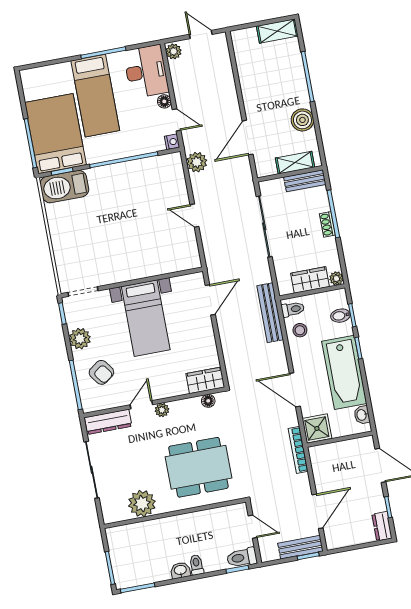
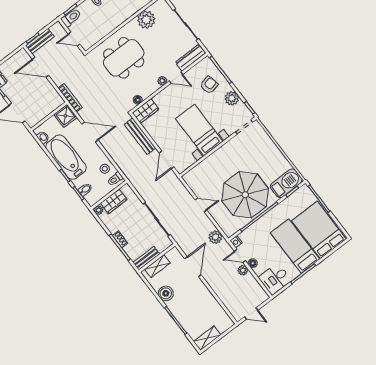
plant: (174, 51) -> (243, 270), moved
desk: (146, 71) -> (275, 279), width x0.73
bed: (56, 134) -> (319, 230), moved, turned 180
parasol: (128, 199) -> (245, 195), added
bench: (270, 313) -> (140, 136), moved
armchair: (101, 372) -> (209, 85), turned 113
door: (141, 405) -> (176, 78), hinge flipped
door: (317, 511) -> (40, 67), hinge flipped

